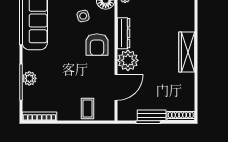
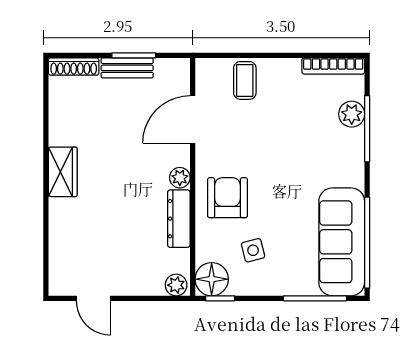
wardrobe: (187, 52) -> (63, 172), width x0.67
plant: (128, 60) -> (180, 178), width x0.53, depth x0.53
plant: (29, 78) -> (352, 114), moved

